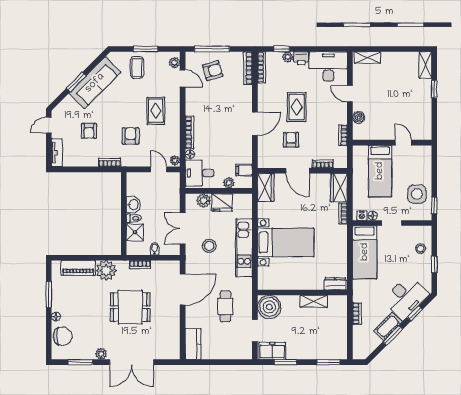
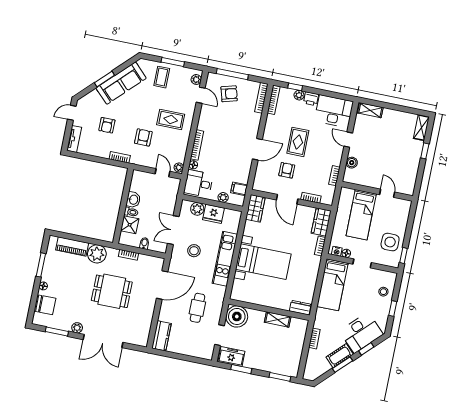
rug: (156, 111) -> (171, 119), turned 90

